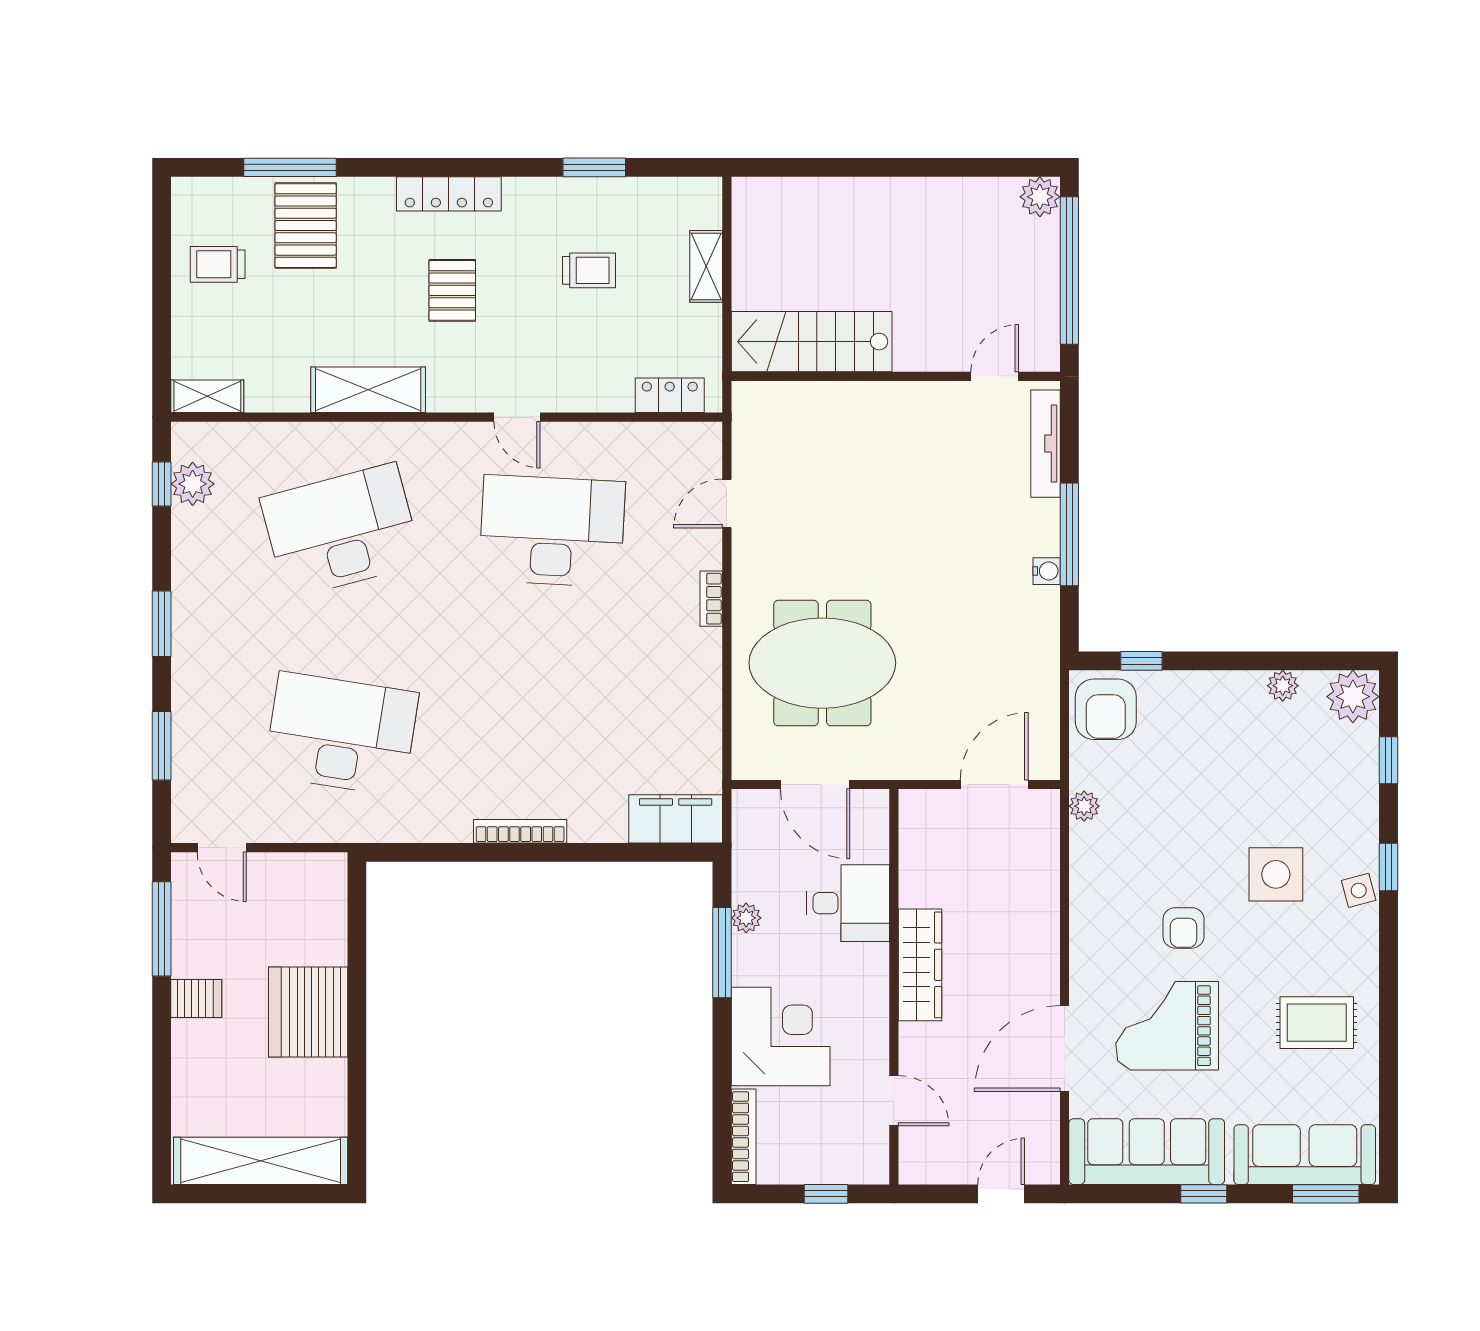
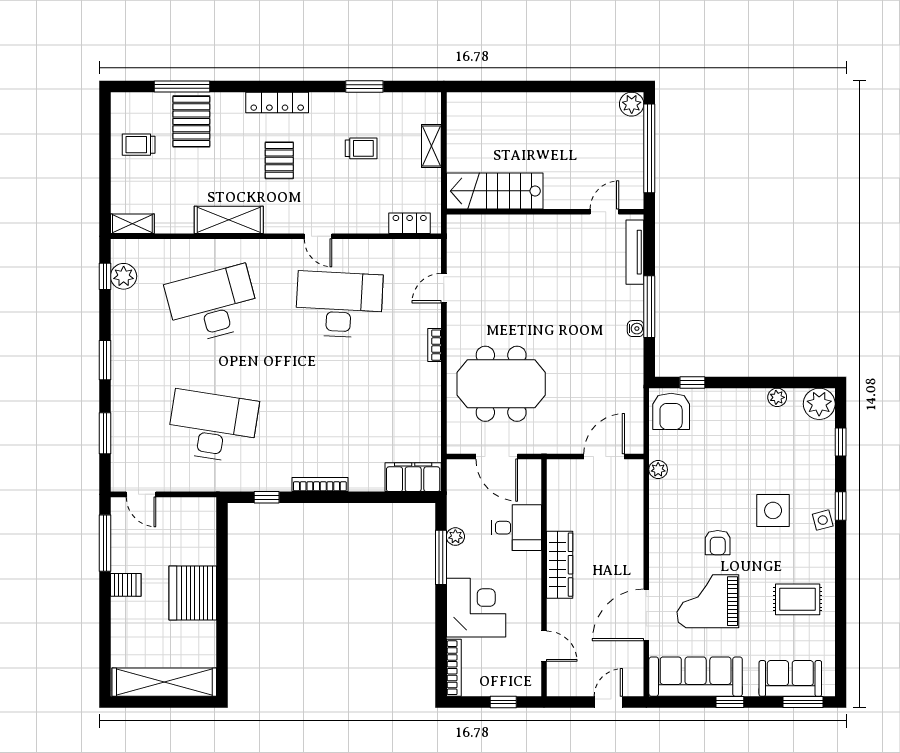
window: (431, 852) -> (267, 497), added
sofa: (1305, 1155) -> (790, 678), width x0.73

